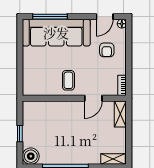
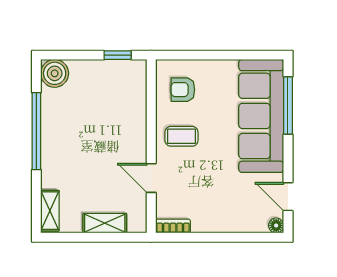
armchair: (107, 50) -> (183, 90), moved
shelving: (120, 114) -> (105, 223), moved
window: (20, 134) -> (118, 55), moved

